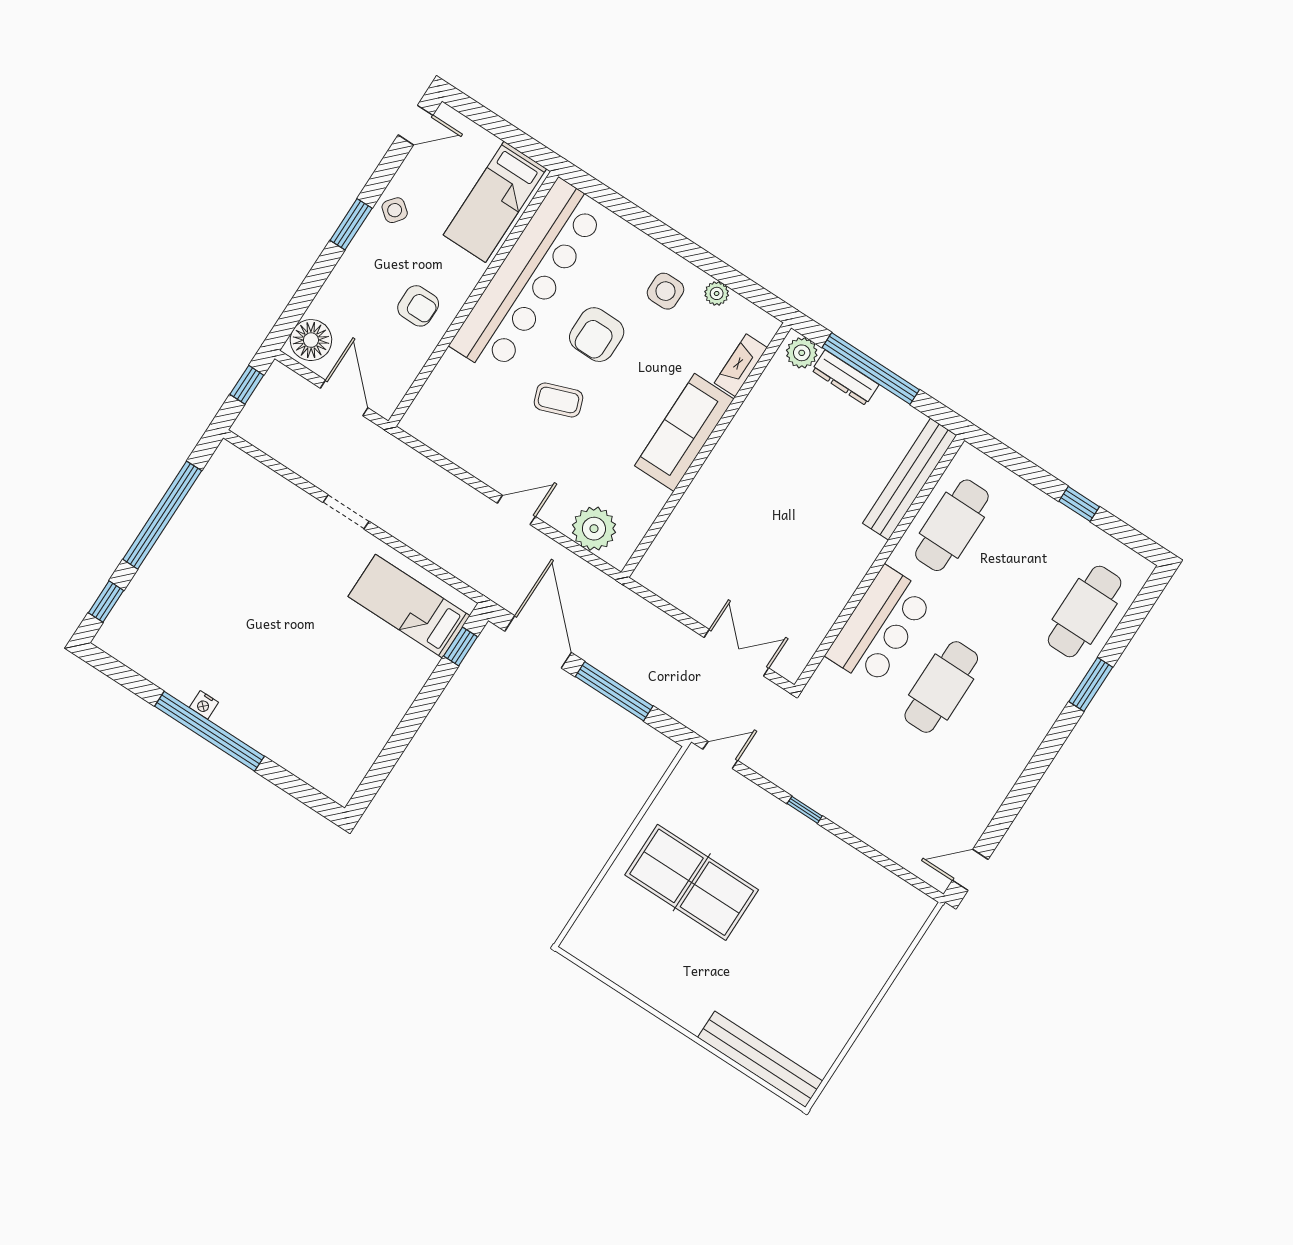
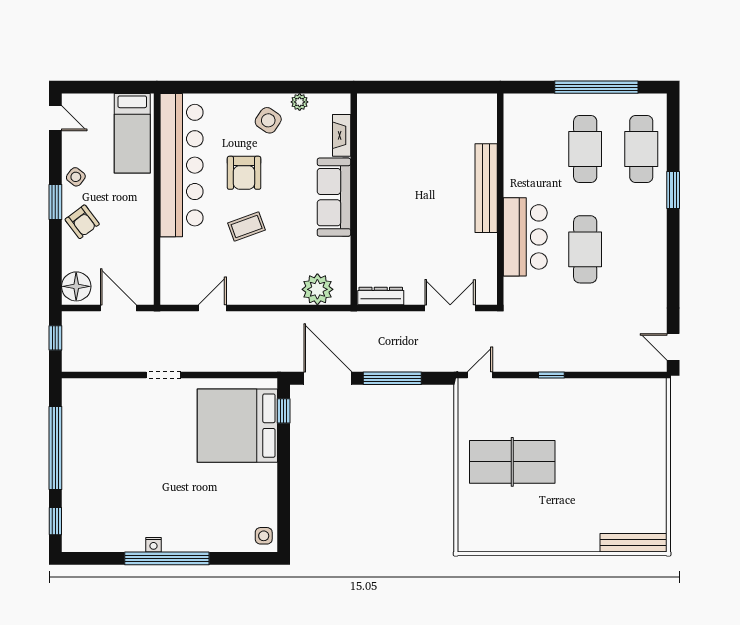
door: (415, 125) -> (55, 118), hinge flipped
side table: (665, 291) -> (268, 120), turned 34
armchair: (418, 306) -> (82, 222), moved, turned 53
plant: (802, 353) -> (373, 104), removed
window: (871, 369) -> (420, 87), removed
dresser: (845, 378) -> (381, 296), moved, turned 180
bench: (910, 479) -> (486, 188), moved
window: (1079, 504) -> (596, 87), width x3.17
door: (516, 510) -> (212, 308), moved
cafe table: (952, 525) -> (585, 149), moved
bed: (409, 606) -> (237, 426), width x2.04
side table: (341, 779) -> (264, 536), added
door: (970, 870) -> (673, 347), hinge flipped
bench: (760, 1059) -> (633, 543), width x0.73, depth x0.82

